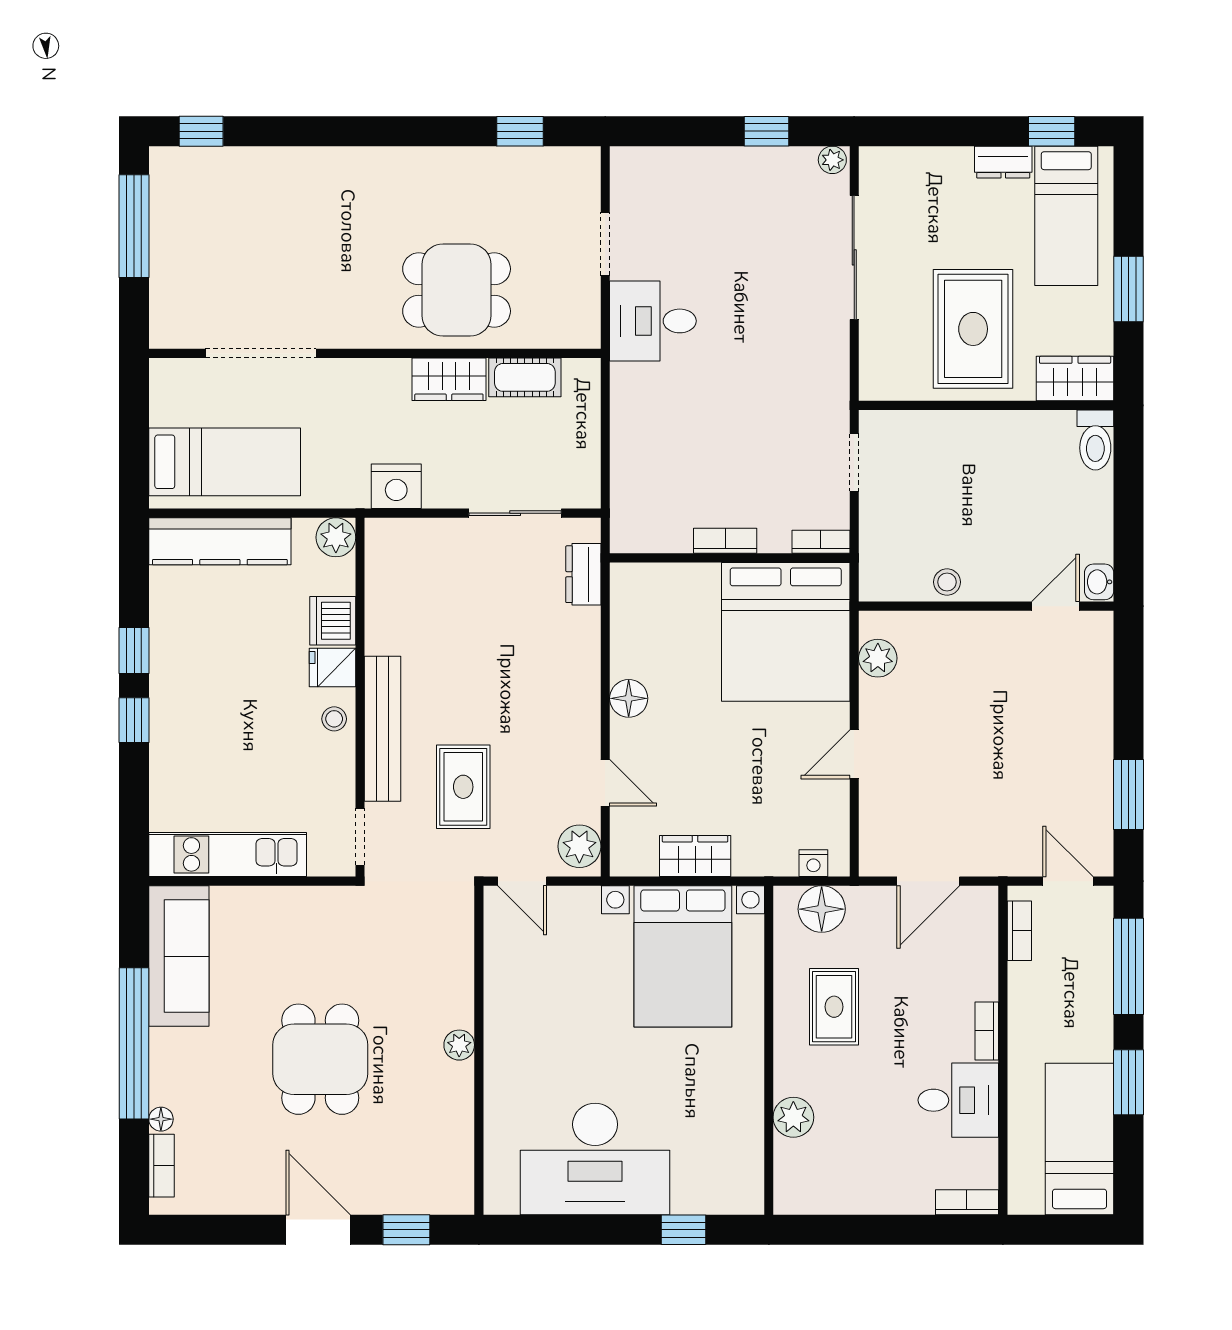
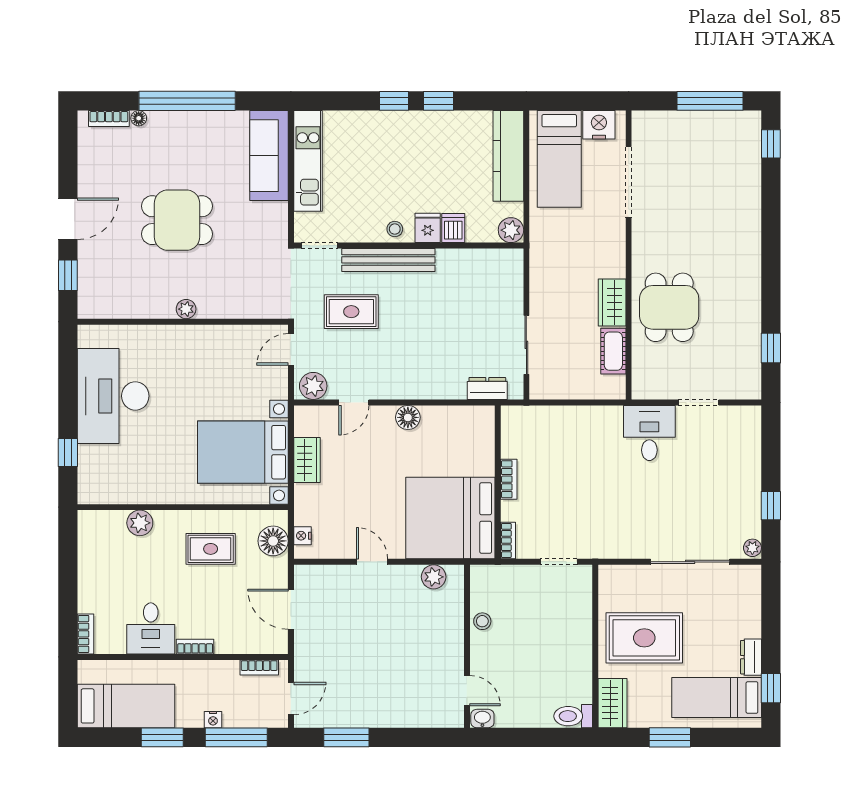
nightstand: (396, 486) -> (599, 125), moved, turned 90
dishwasher: (333, 621) -> (453, 228), width x0.73
sofa: (179, 956) -> (269, 156), moved, turned 90
nightstand: (1101, 1003) -> (213, 720), added

